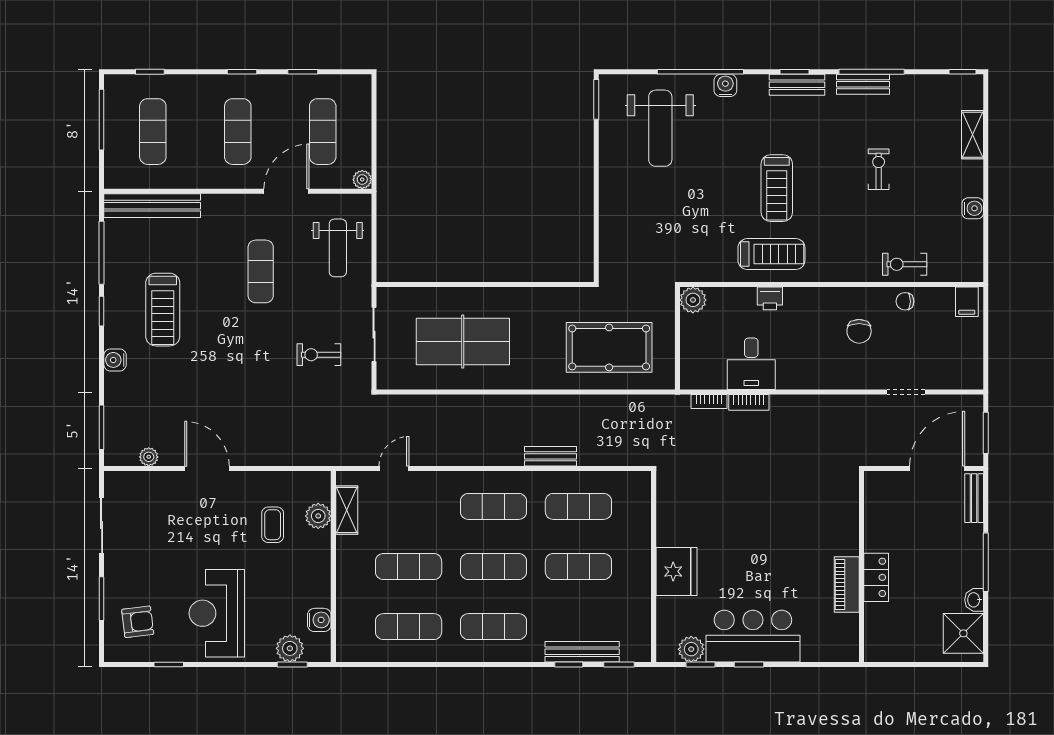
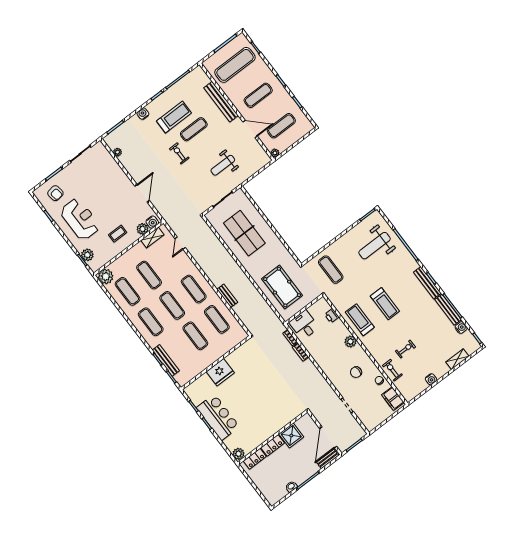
bench: (863, 84) -> (448, 310), width x1.36
water cooler: (725, 85) -> (461, 328), moved
bench: (797, 85) -> (427, 283), width x1.36
exercise mat: (153, 132) -> (235, 65), width x1.36, depth x1.45
exercise bike: (879, 169) -> (405, 349), moved
treadmill: (777, 188) -> (385, 304), turned -90
bench: (152, 206) -> (221, 102), moved
exercise mat: (644, 238) -> (331, 270), added
weight bench: (338, 248) -> (223, 165), moved
treadmill: (771, 254) -> (360, 320), turned 180
exercise mat: (261, 271) -> (194, 129), moved
printer: (770, 298) -> (332, 316), moved
plant: (693, 300) -> (350, 342), moved
filing cabinet: (967, 302) -> (393, 399), width x2.00
treadmill: (163, 310) -> (174, 117), turned 180
exercise bike: (319, 355) -> (179, 153), moved
desk: (751, 364) -> (304, 325), moved, turned 90
door: (207, 469) -> (142, 193), moved
door: (394, 469) -> (180, 243), swing flipped
door: (937, 469) -> (328, 437), swing flipped
coffee table: (273, 525) -> (118, 234), moved
piano: (847, 585) -> (262, 437), removed
reception desk: (217, 613) -> (80, 219), turned 90
water cooler: (319, 620) -> (152, 222), moved
locker: (876, 627) -> (255, 459), added
shower: (963, 633) -> (291, 436), moved
plant: (353, 645) -> (106, 276), added
plant: (691, 649) -> (238, 454), moved

